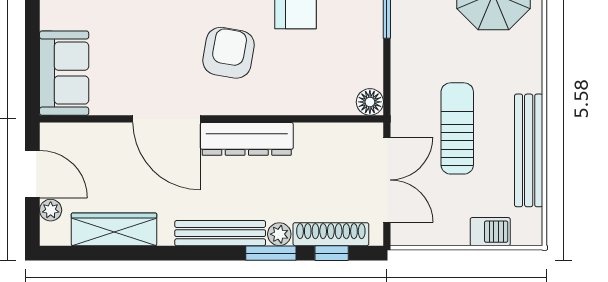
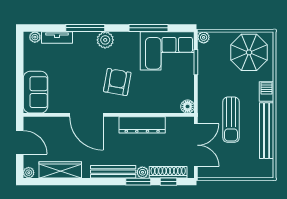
sun lounger: (457, 128) -> (231, 120), turned 180
dresser: (247, 139) -> (142, 125), moved
plant: (51, 210) -> (29, 173), moved
barbecue: (490, 232) -> (266, 91), moved, turned -90

